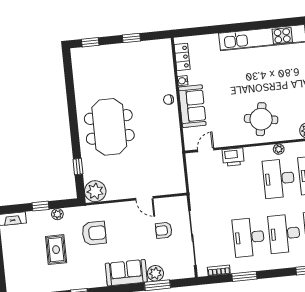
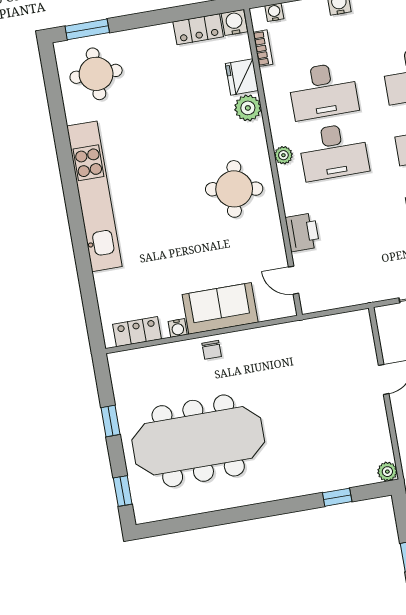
meeting table: (109, 127) -> (198, 441), moved, width x1.36
plant: (95, 191) -> (387, 472), width x0.53, depth x0.53

